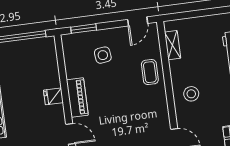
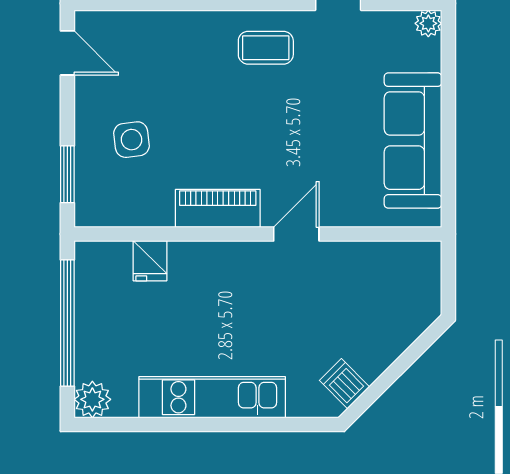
coffee table: (150, 72) -> (266, 48), moved
fridge: (53, 96) -> (150, 261), moved

